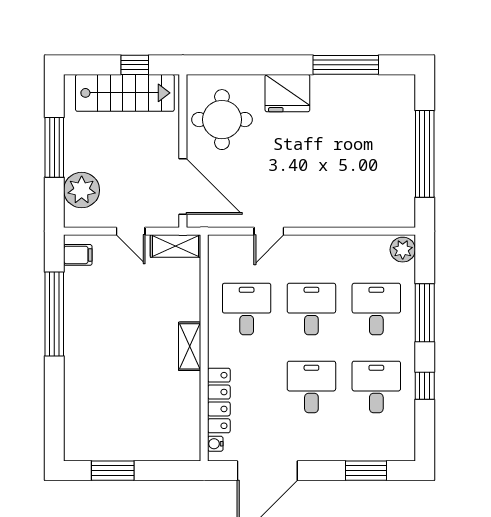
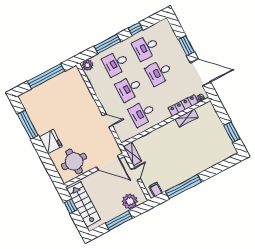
door: (183, 187) -> (108, 163), swing flipped
shelving: (190, 346) -> (187, 118), moved
window: (366, 471) -> (186, 46), moved

